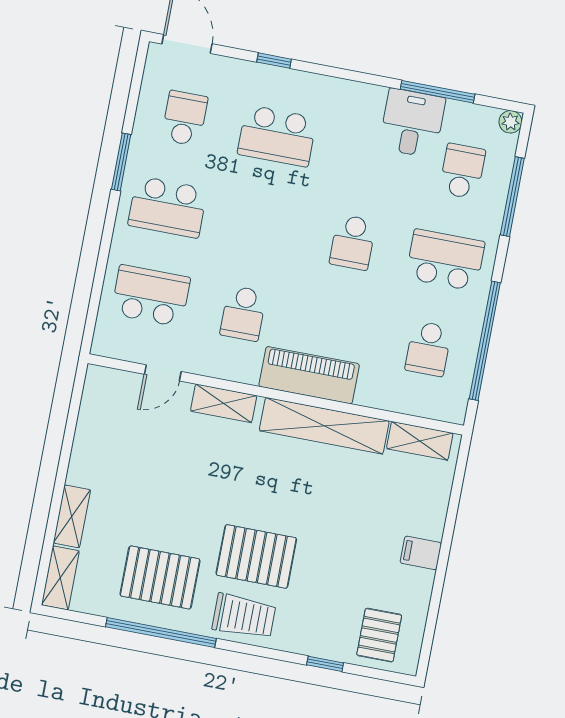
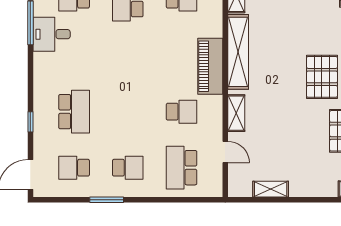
school desk: (168, 207) -> (128, 168), width x0.54
school desk: (353, 242) -> (128, 56), removed
shelving: (72, 516) -> (271, 189), moved

